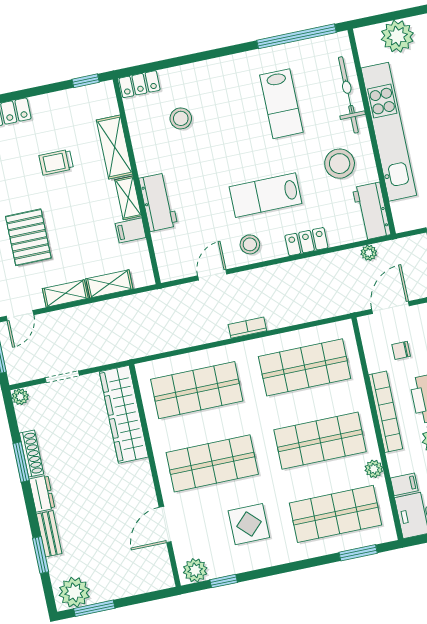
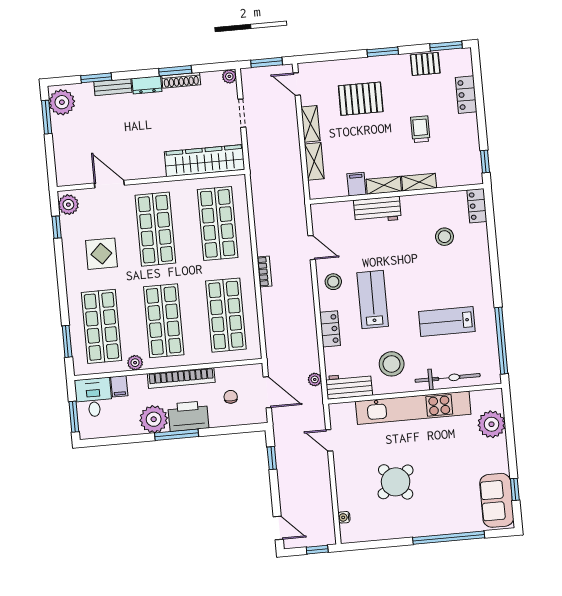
shelving: (114, 147) -> (419, 182), width x0.67, depth x0.75

